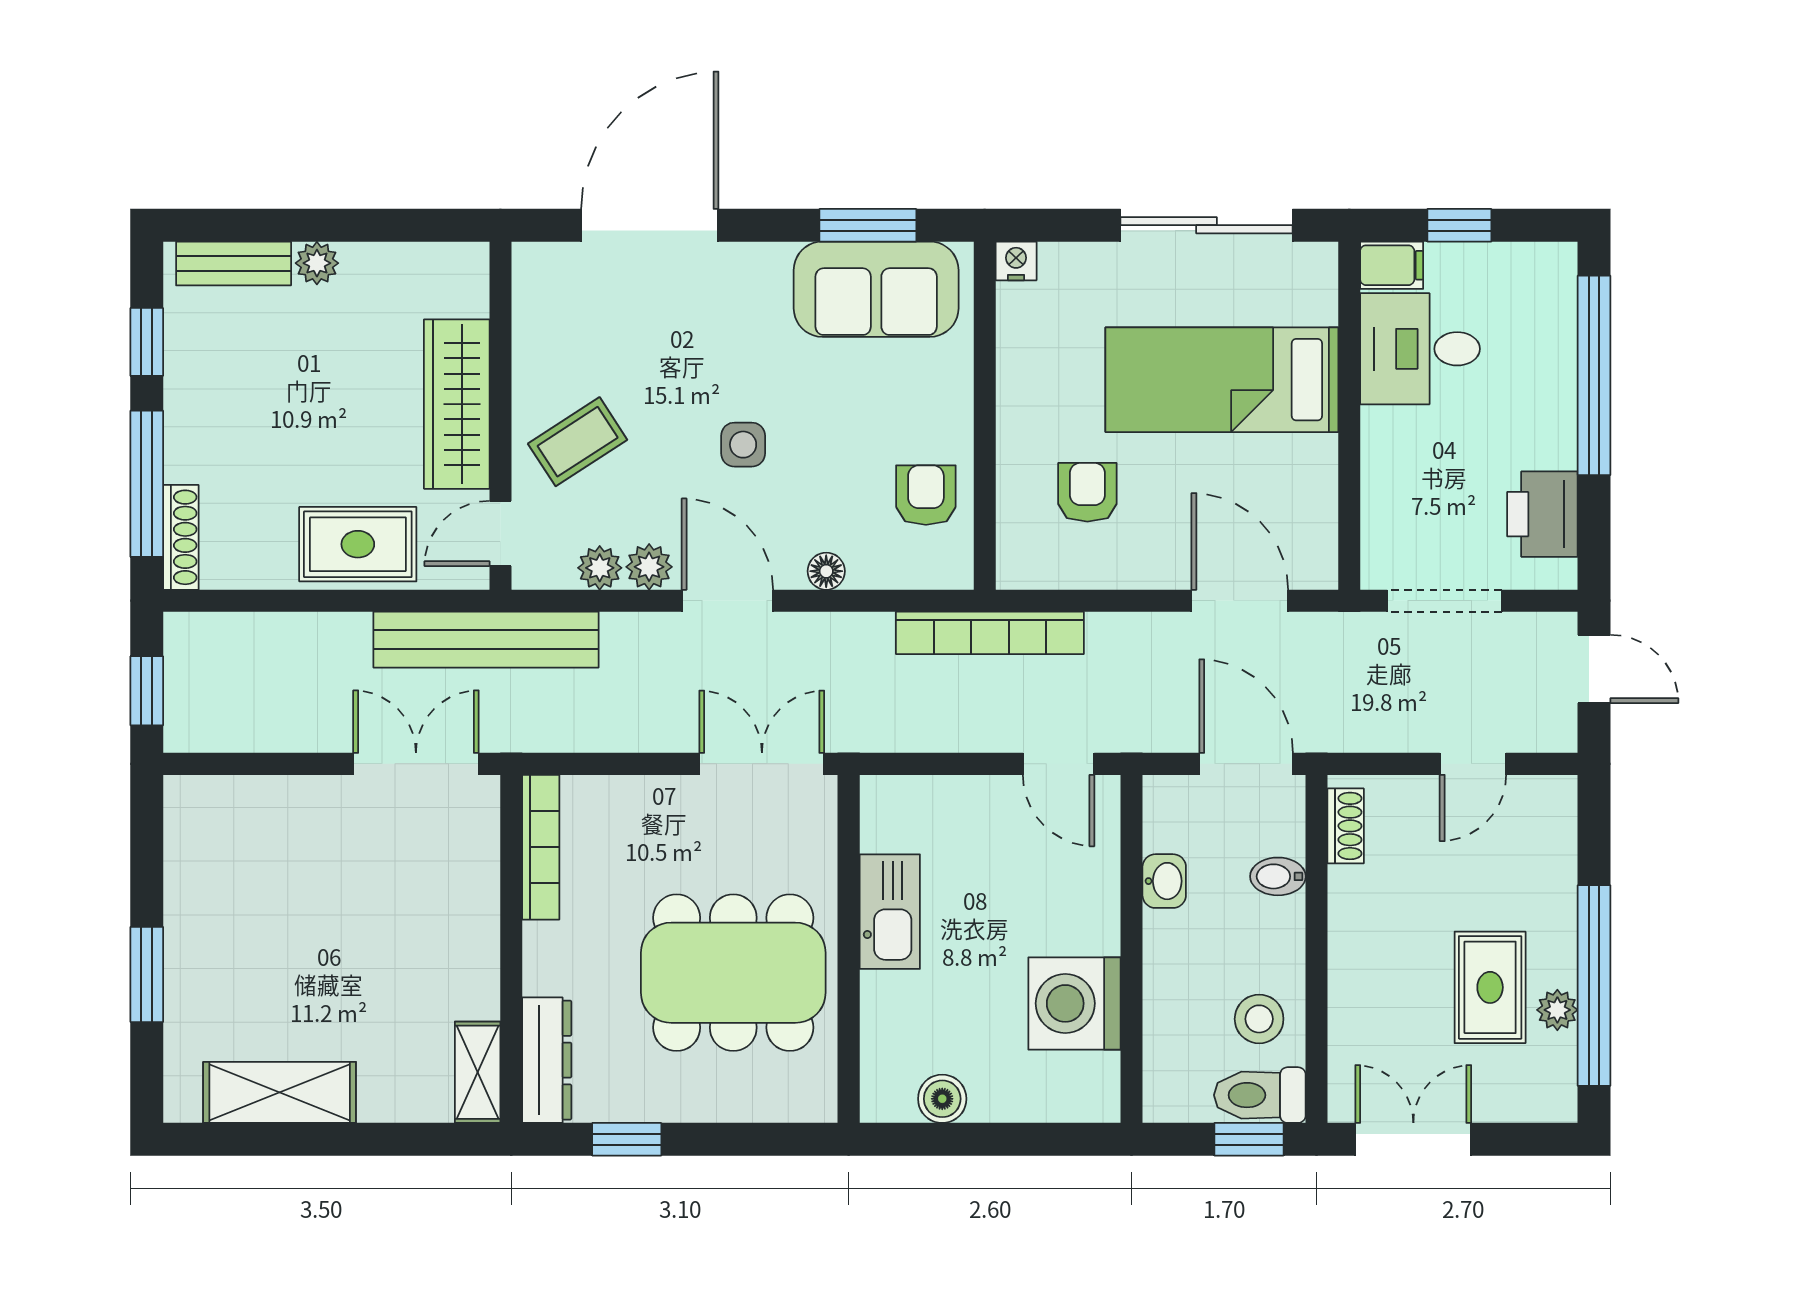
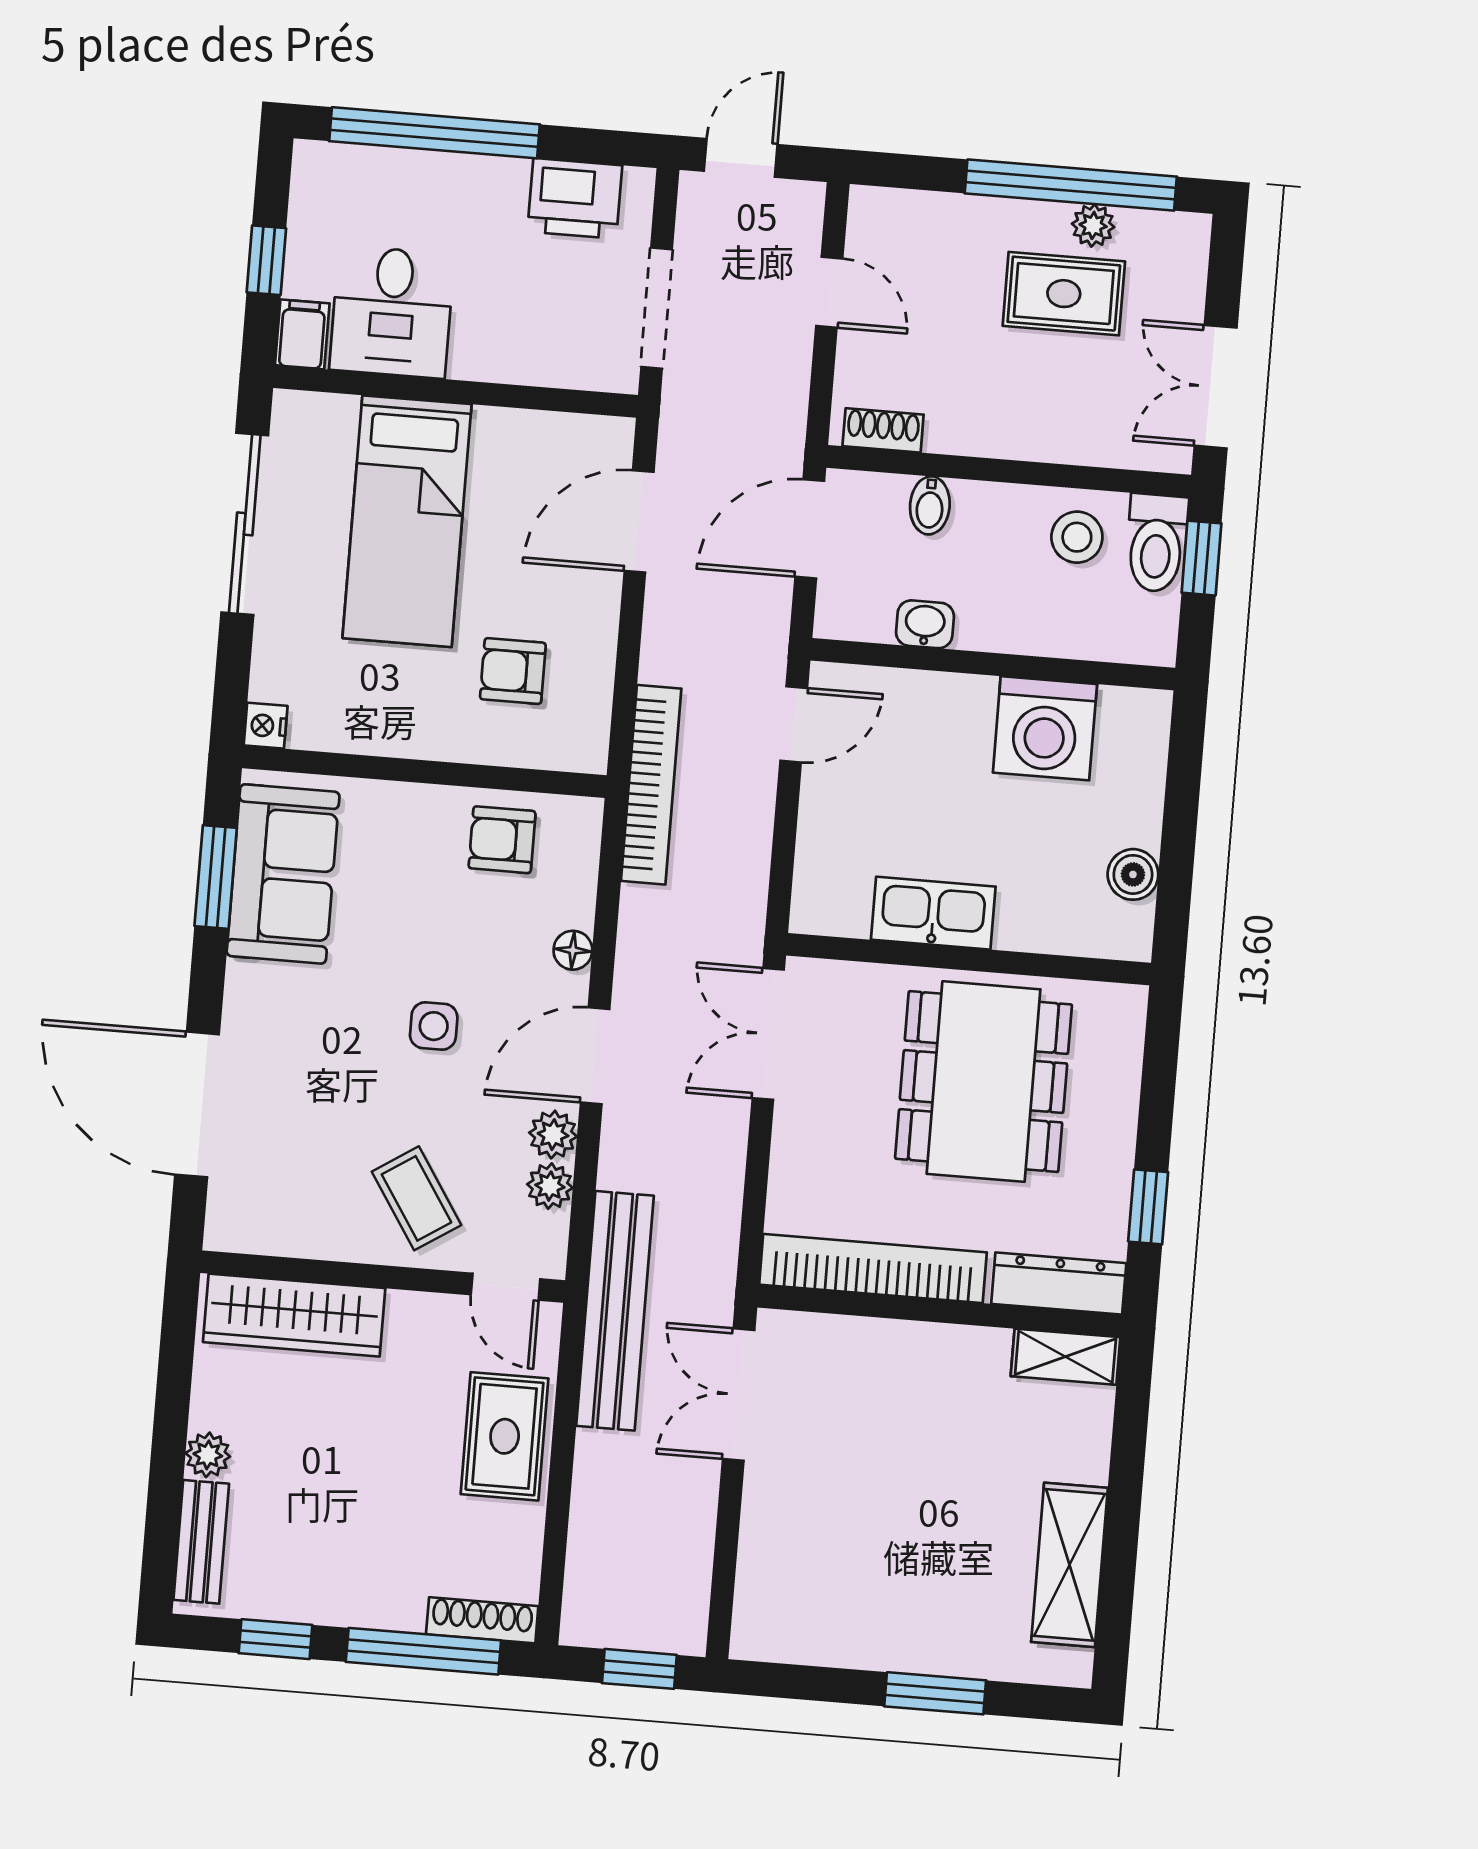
wardrobe: (457, 404) -> (294, 1315), moved
bookcase: (541, 847) -> (873, 1269), width x1.48, depth x1.31

